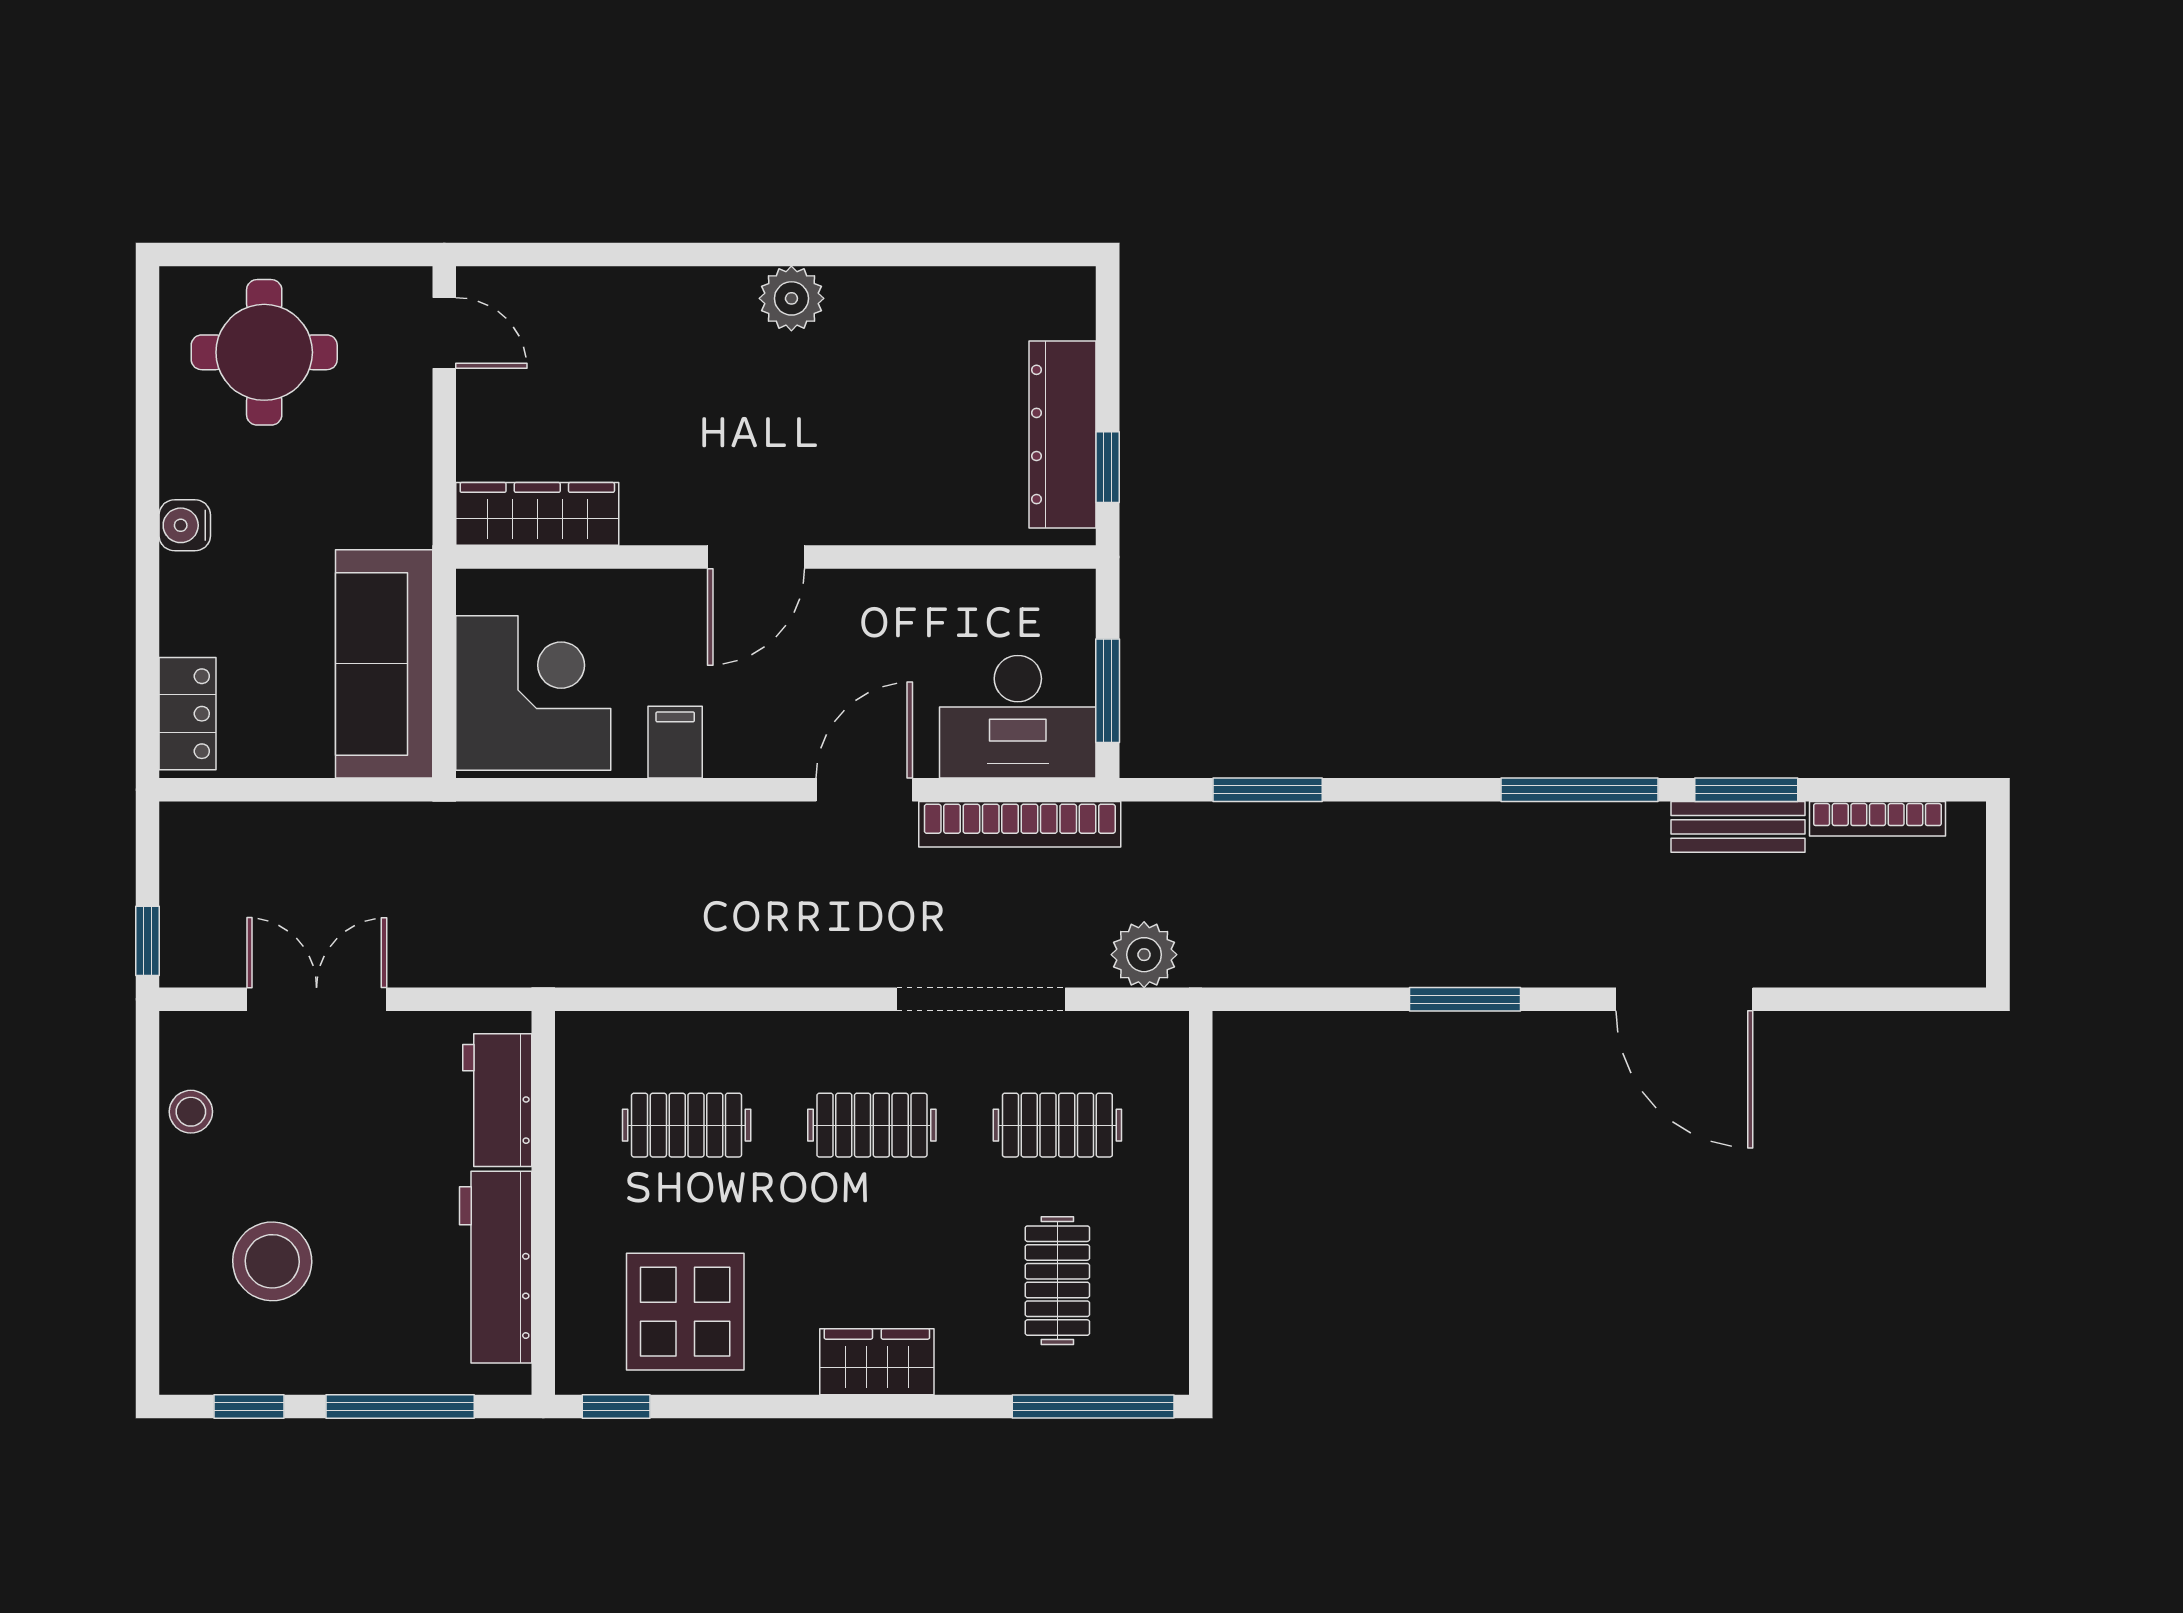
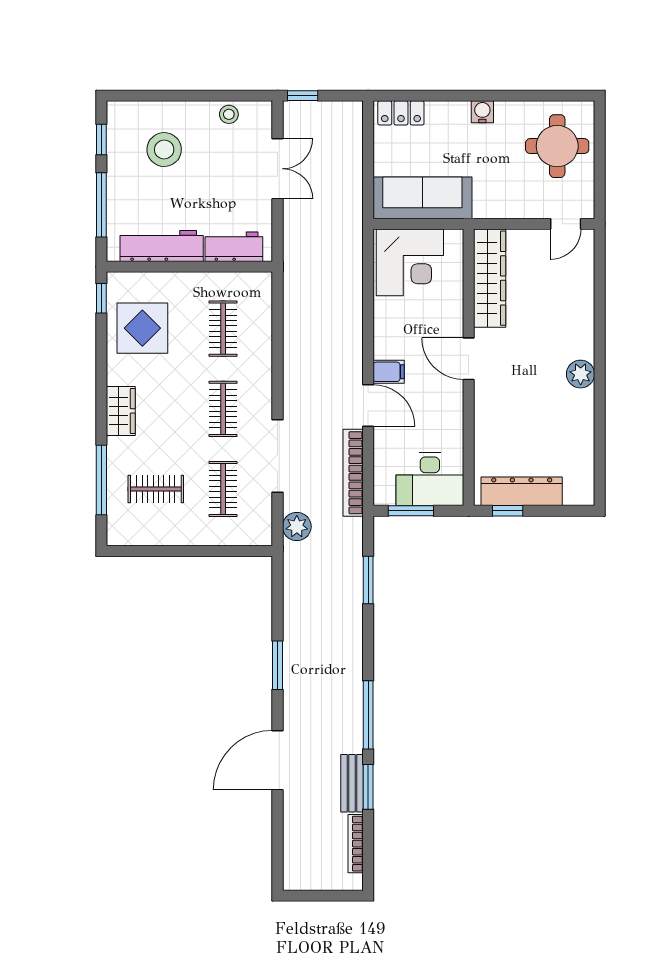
wardrobe: (537, 514) -> (490, 278), width x1.40, depth x1.17
desk: (1018, 717) -> (430, 479), moved, turned -90
filing cabinet: (675, 742) -> (389, 372), moved
window: (1093, 1407) -> (101, 480), moved

